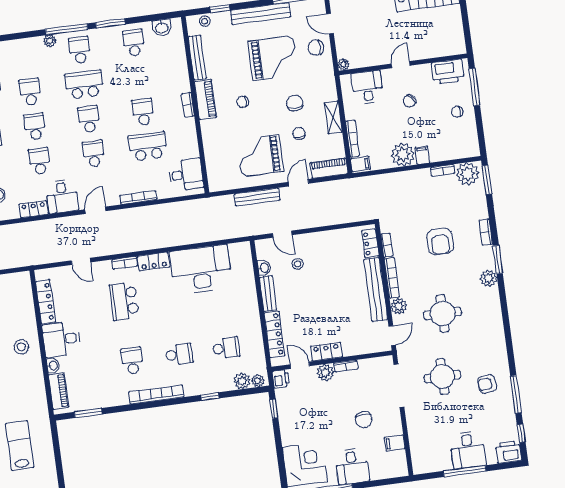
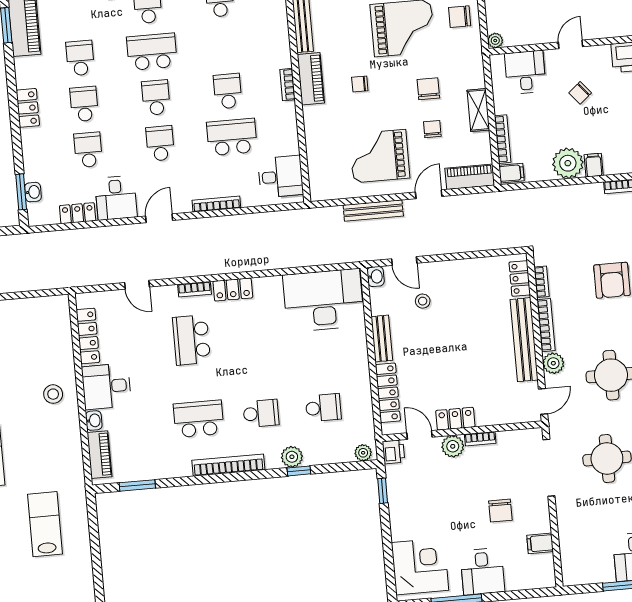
washbasin: (264, 268) -> (376, 277), moved
desk: (201, 270) -> (323, 300), moved
school desk: (132, 361) -> (199, 419), width x1.85
plant: (242, 381) -> (292, 457), moved

